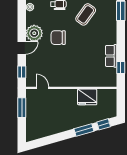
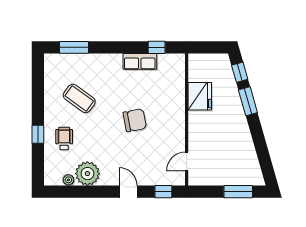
plant: (34, 33) -> (87, 174), moved
chair: (58, 38) -> (135, 120), moved, turned -101
window: (22, 108) -> (238, 192), moved

